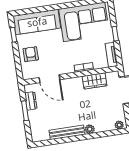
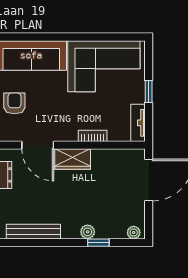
wardrobe: (94, 81) -> (73, 159), moved
bench: (67, 132) -> (33, 232), moved
window: (98, 135) -> (98, 243), added

